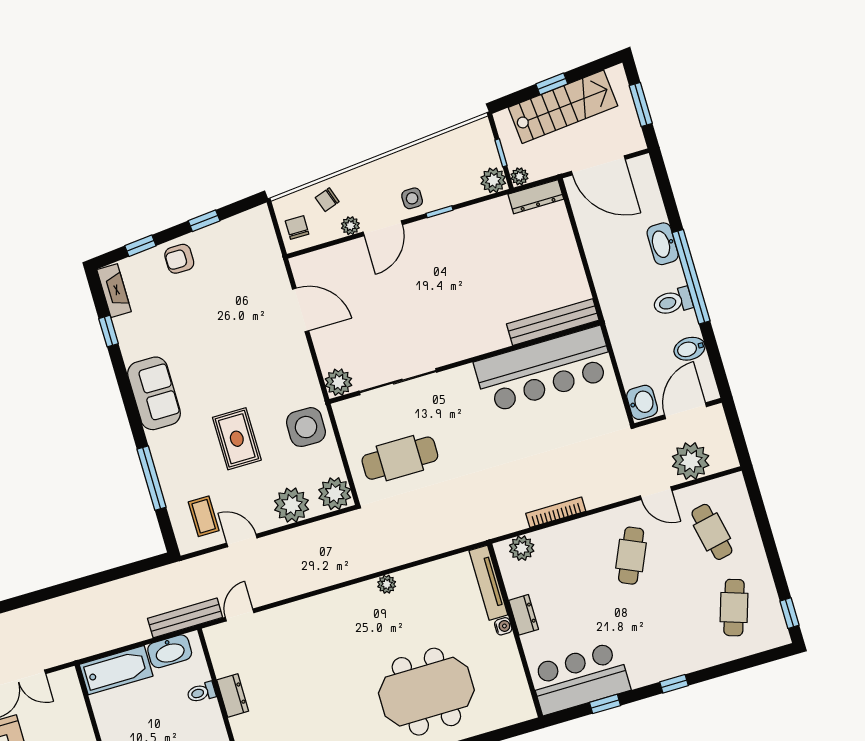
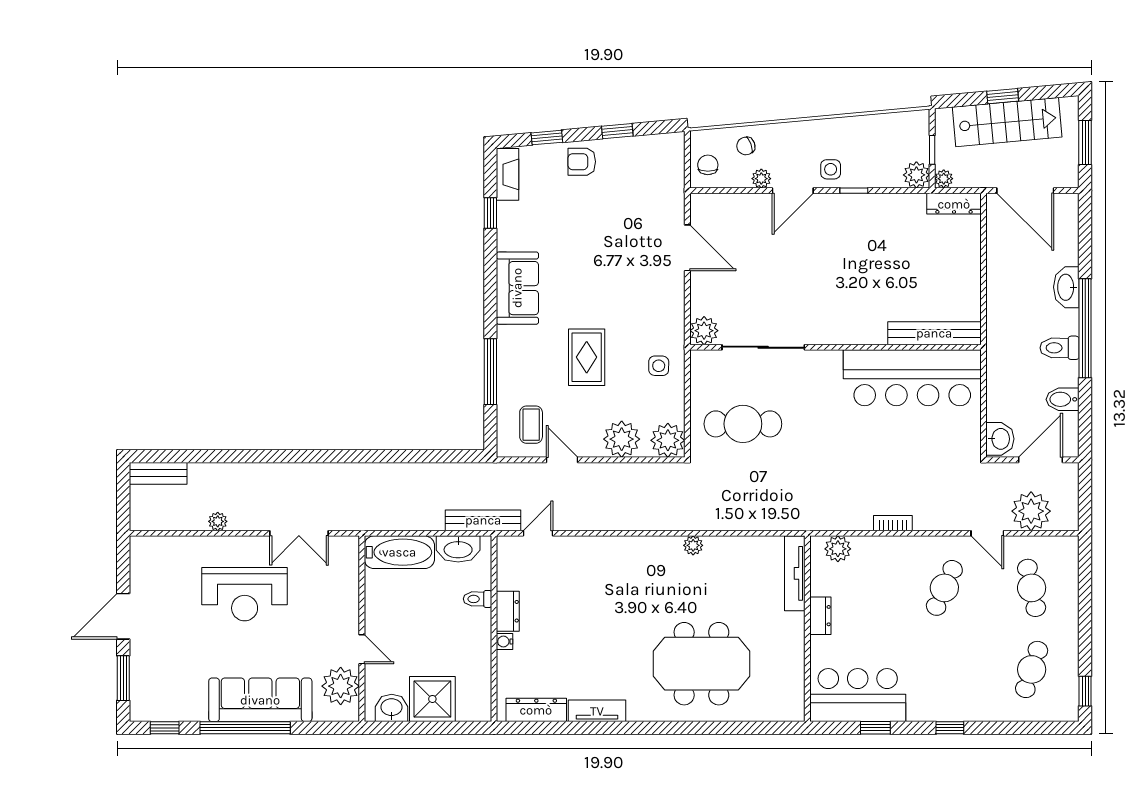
side table: (306, 427) -> (659, 366), width x0.54, depth x0.54
bookcase: (556, 512) -> (893, 523), width x0.64
water cooler: (503, 626) -> (505, 642), moved, turned 180

